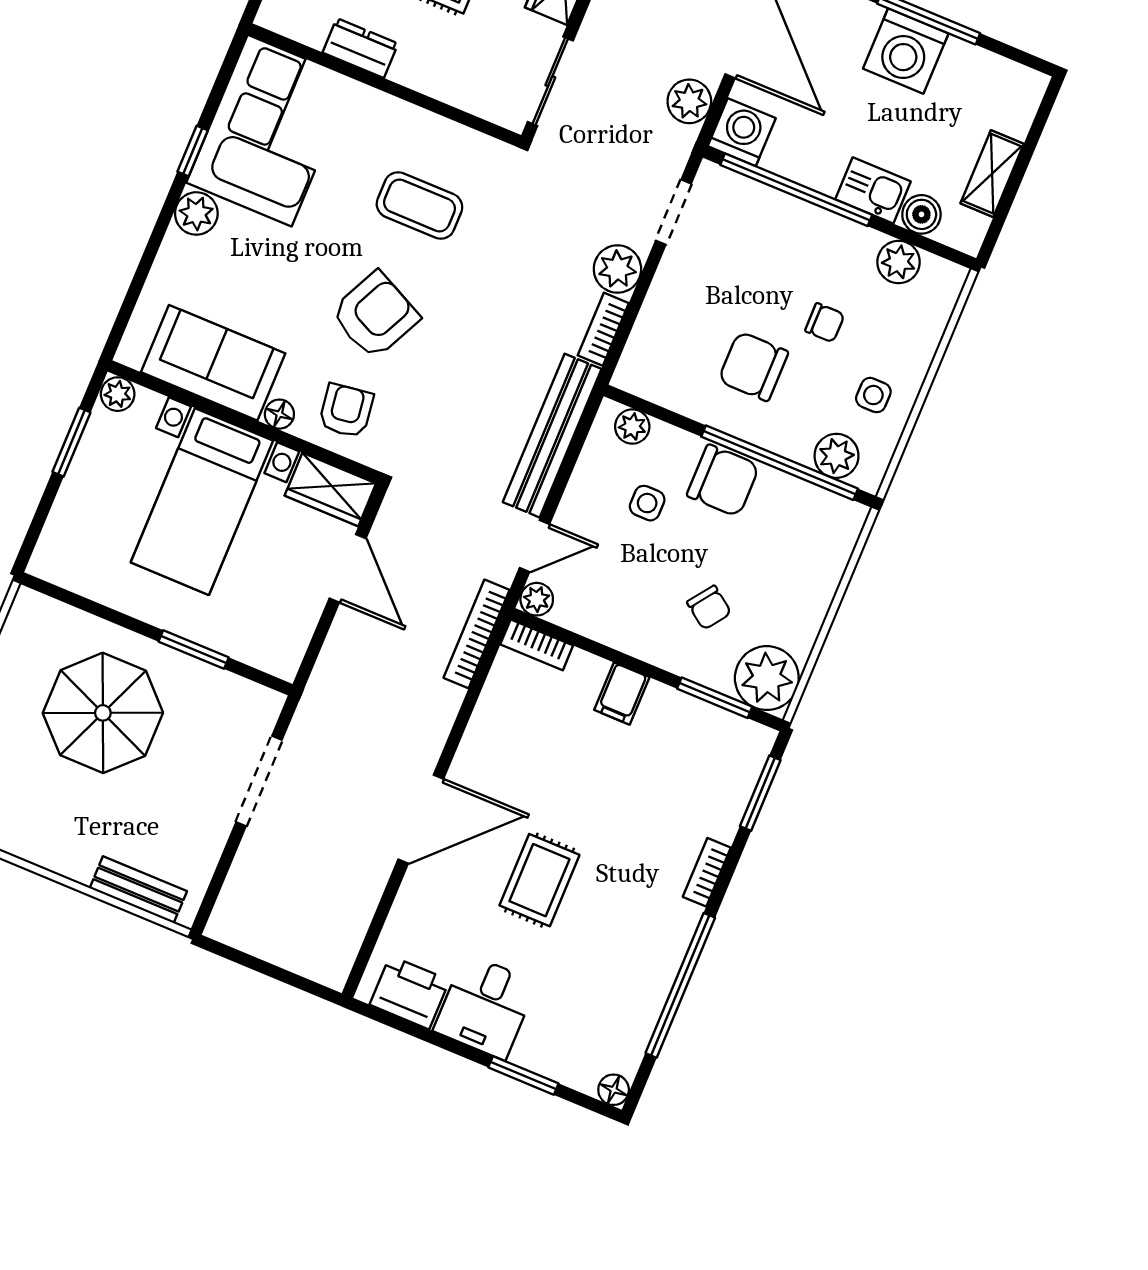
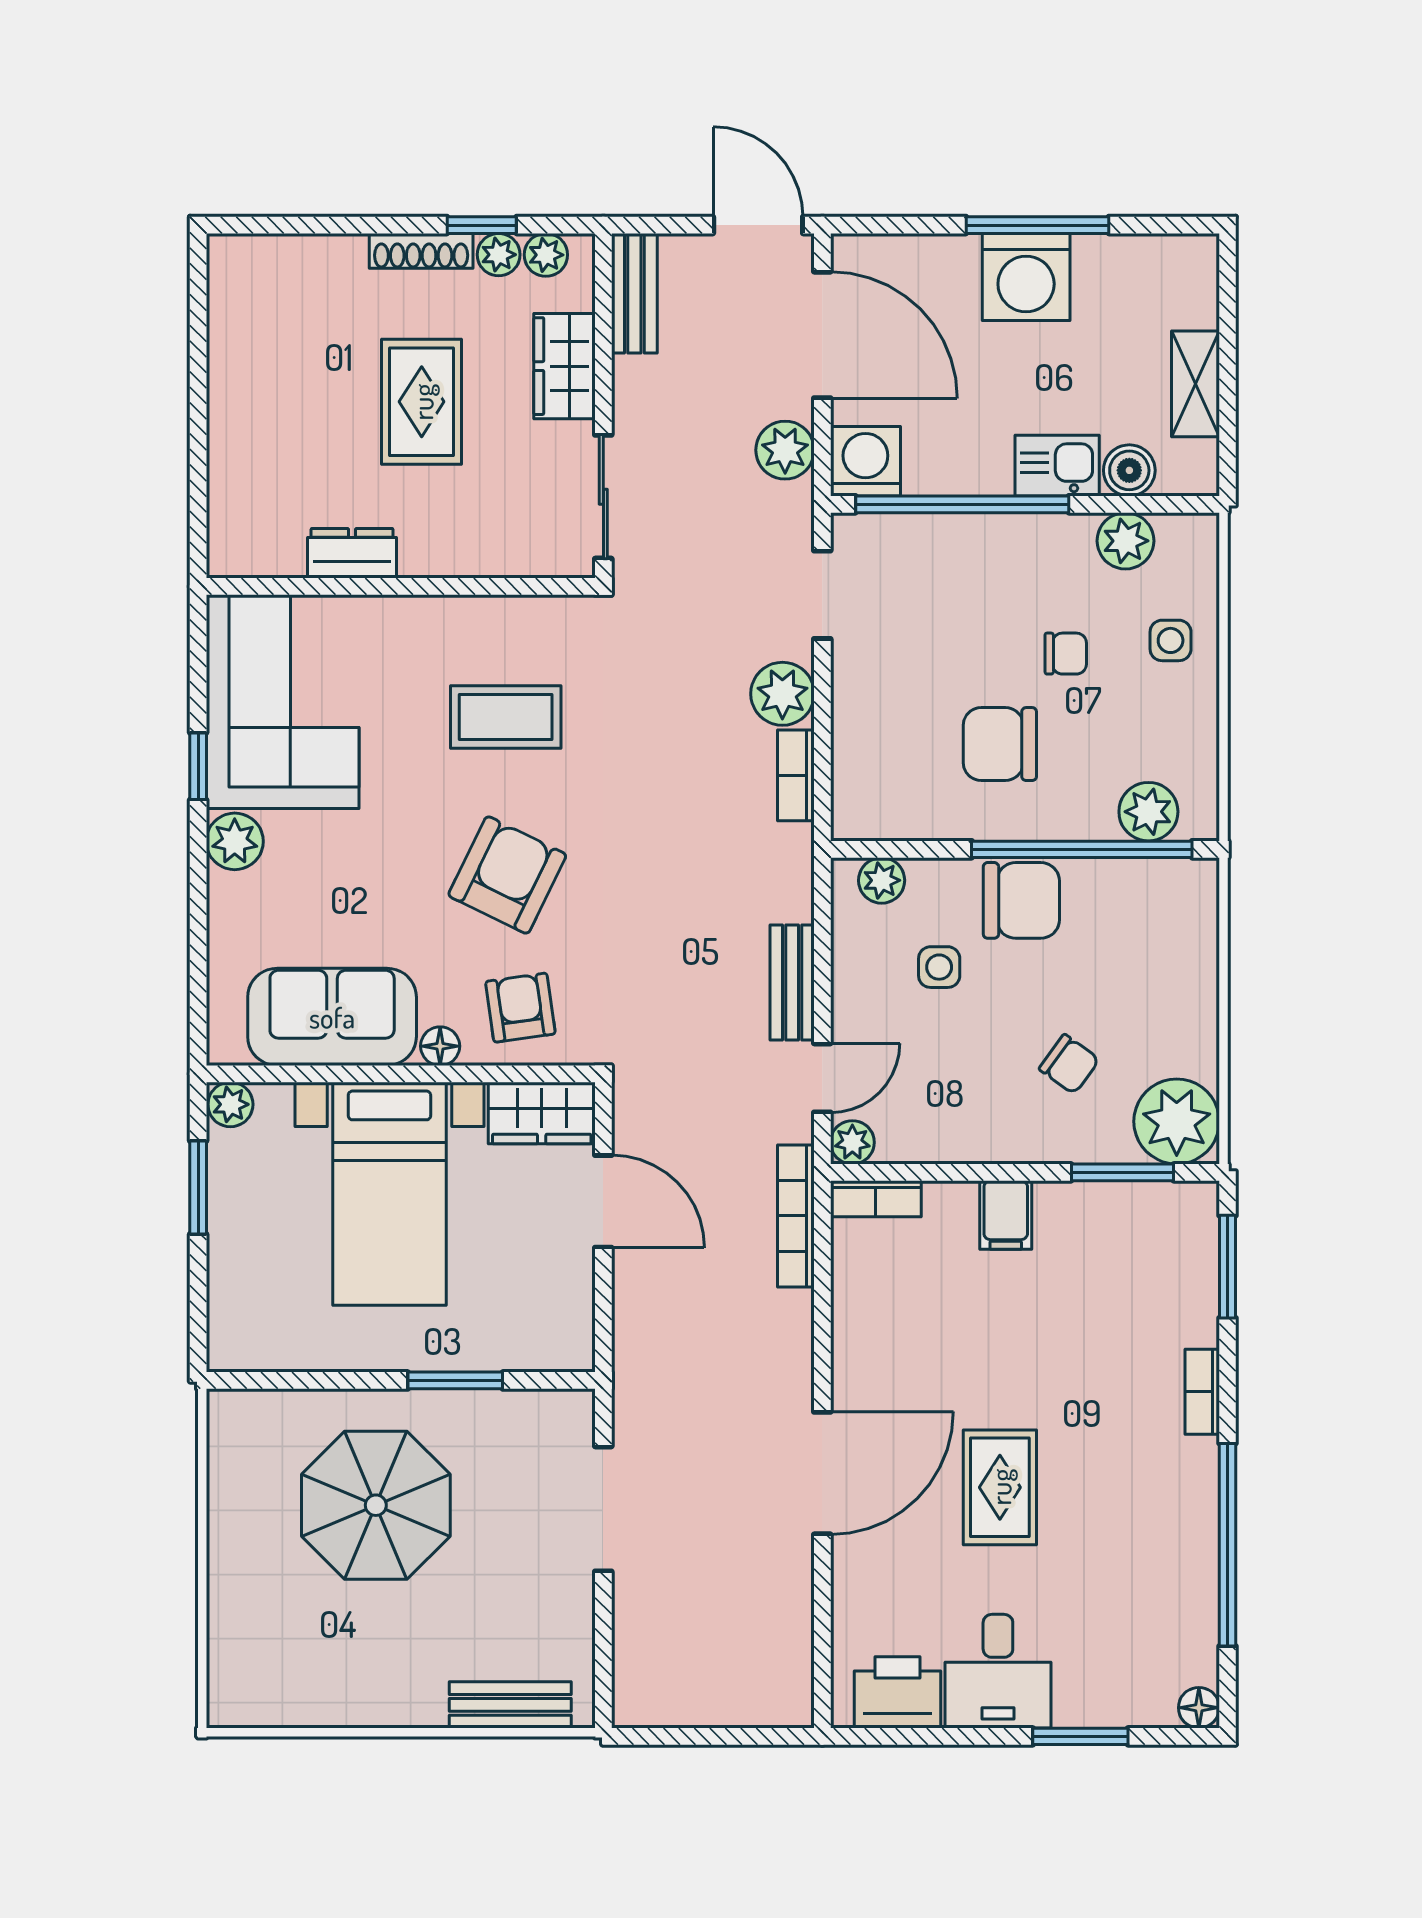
side table: (873, 395) -> (1171, 640), moved
bench: (552, 436) -> (792, 982), width x0.54, depth x0.82

